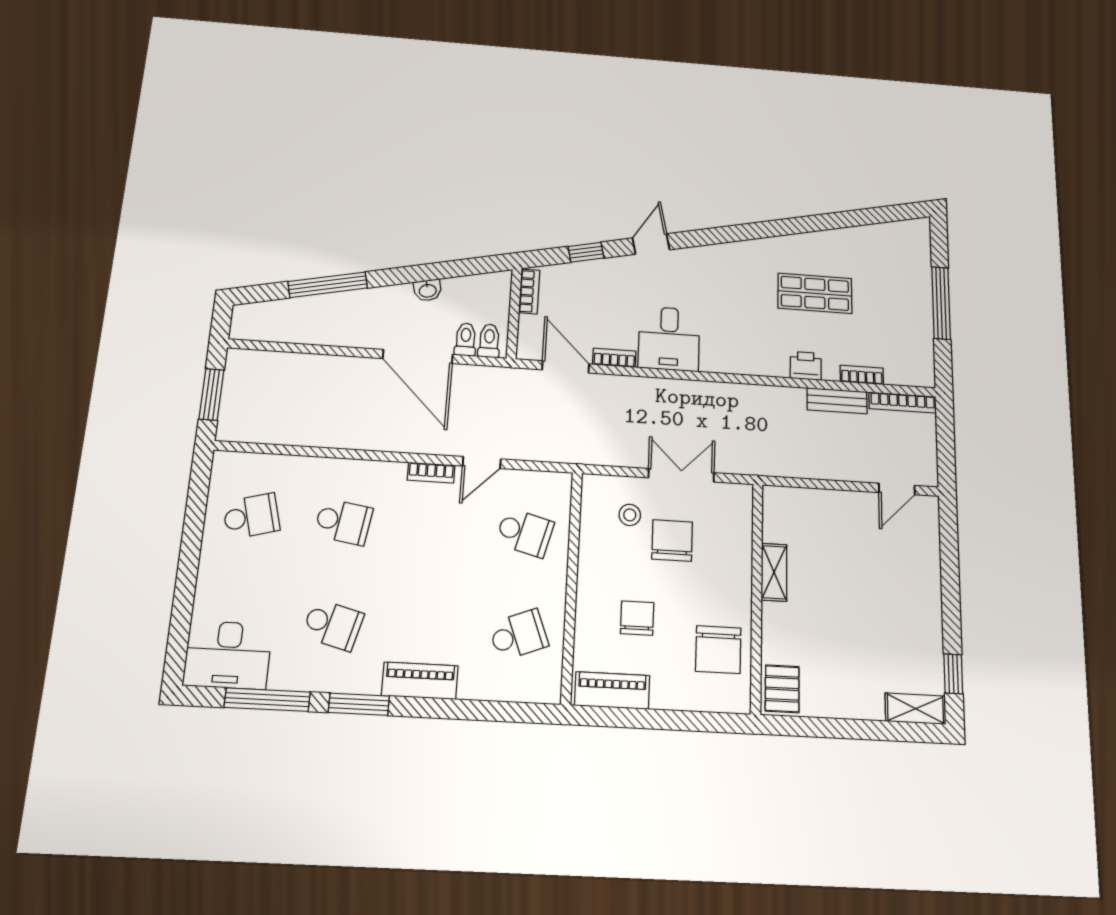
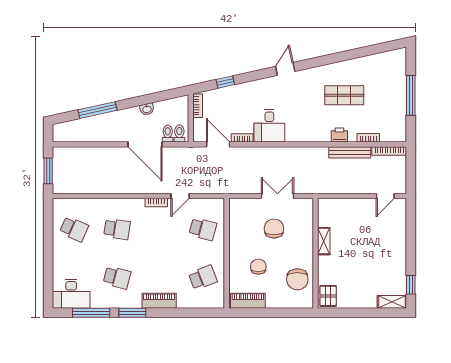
door: (651, 244) -> (285, 69), moved
bench: (837, 401) -> (350, 152), width x1.36
stool: (630, 515) -> (253, 217), removed
school desk: (251, 516) -> (74, 229), turned 39

